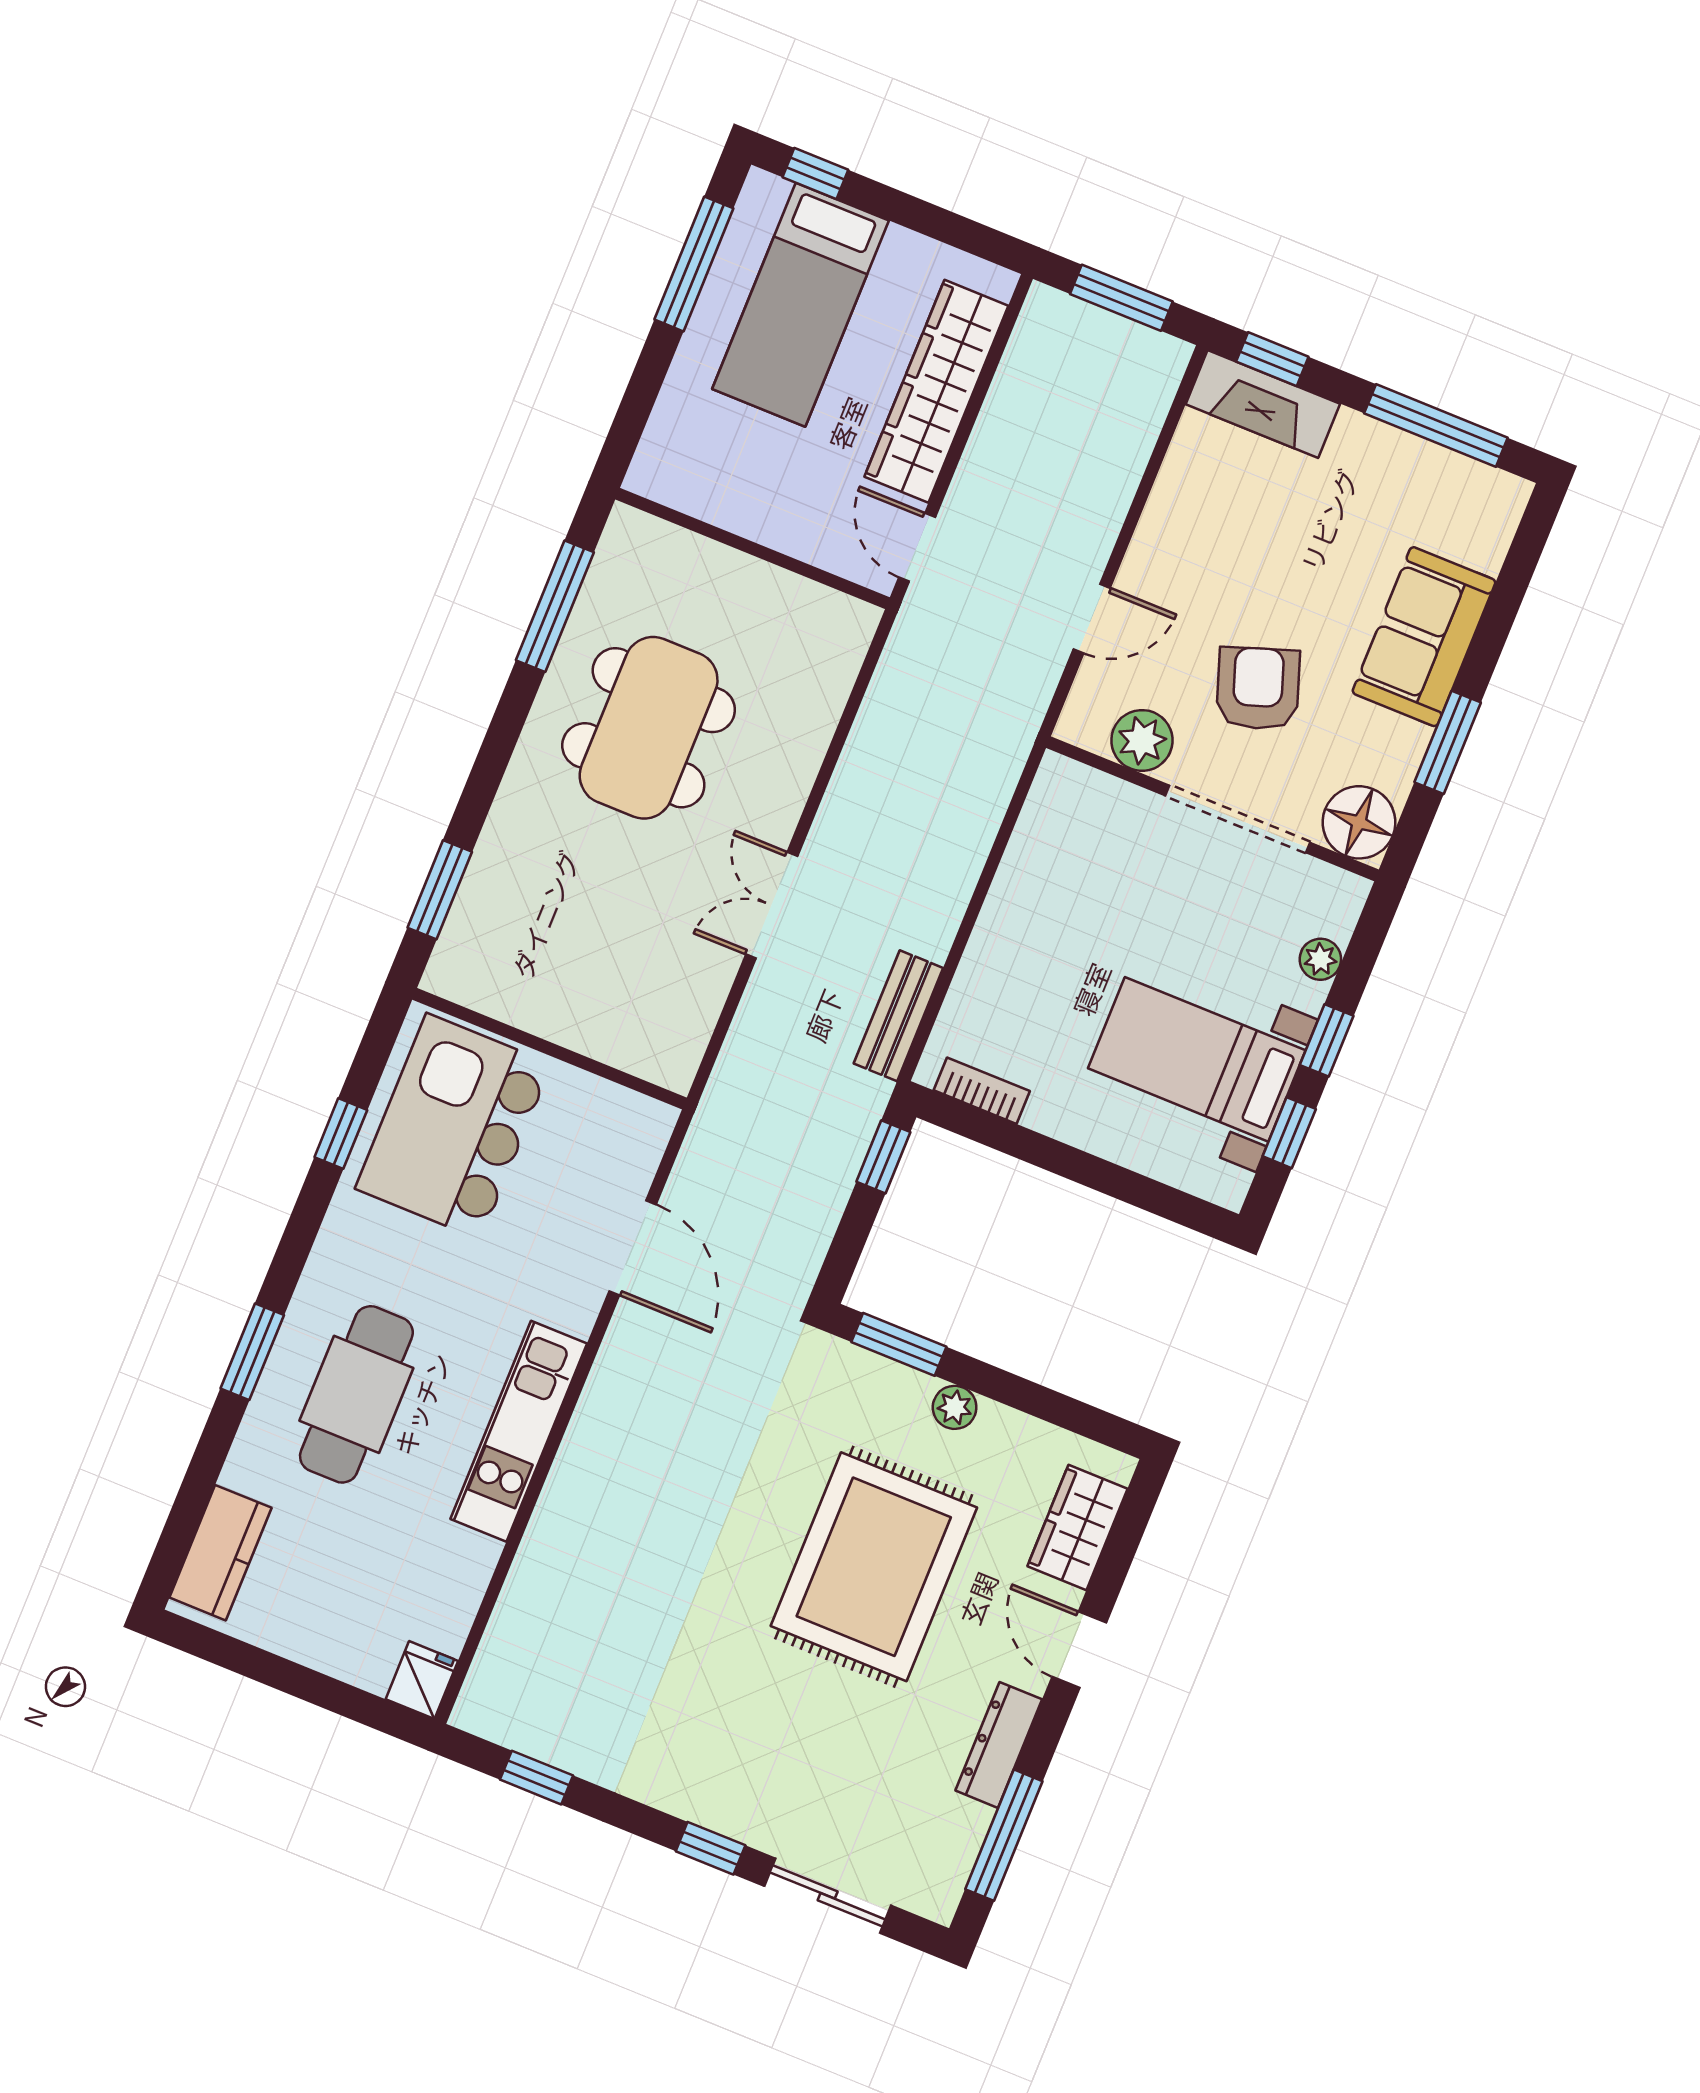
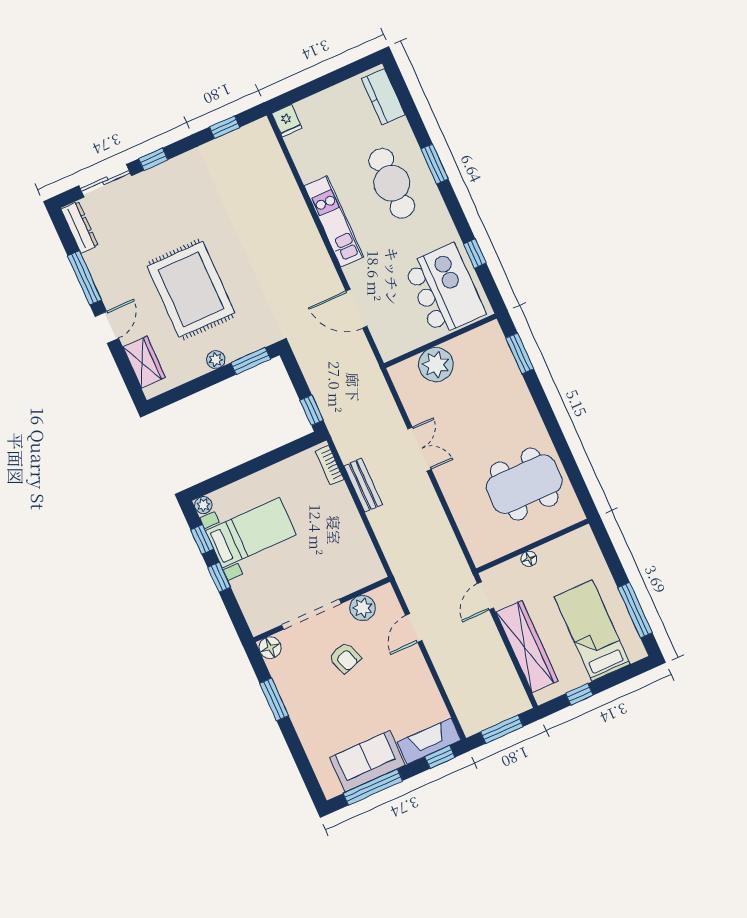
window: (815, 174) -> (579, 694), moved
floor lamp: (781, 533) -> (529, 559), added
door: (917, 547) -> (486, 596), swing flipped
window: (555, 606) -> (572, 470), removed
sofa: (1424, 637) -> (367, 761), moved, turned -90
armchair: (1258, 688) -> (345, 658), width x0.72, depth x0.72
dining table: (649, 728) -> (524, 484), moved, turned 90
floor lamp: (1359, 822) -> (270, 648), width x0.73, depth x0.73
plant: (1320, 959) -> (203, 505), moved
bench: (898, 1016) -> (363, 485), moved
plant: (598, 1017) -> (436, 365), added
bookcase: (982, 1091) -> (330, 465), moved, turned 90
door: (1079, 1650) -> (107, 327), hinge flipped
dresser: (999, 1745) -> (80, 227), moved
window: (1004, 1835) -> (85, 278), moved

